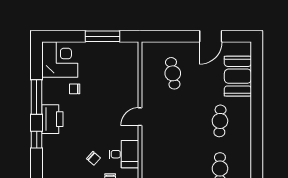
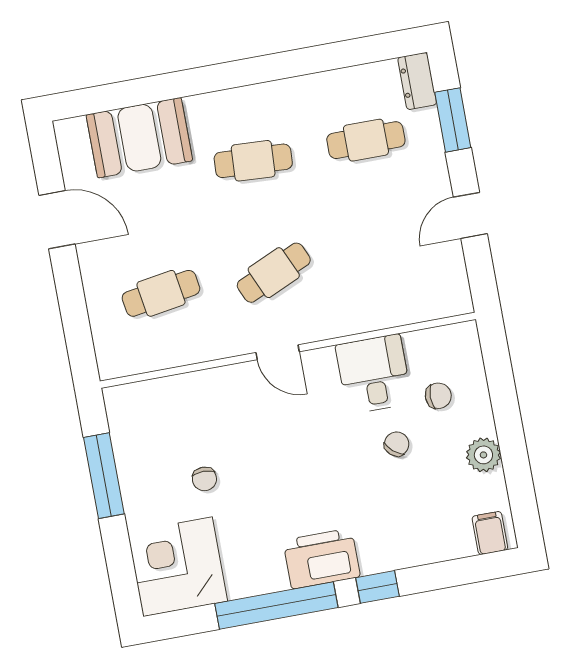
chair: (75, 89) -> (204, 479), moved
window: (37, 97) -> (276, 605), width x1.46
cafe table: (173, 121) -> (274, 273), added

